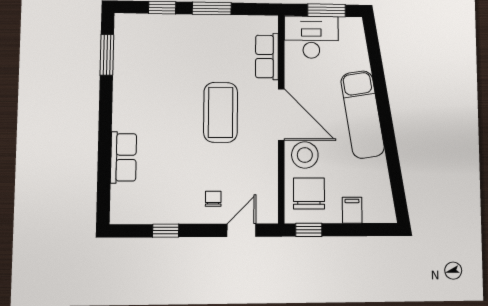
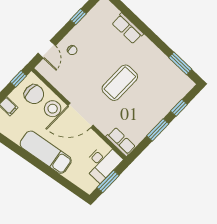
row of seats: (267, 57) -> (121, 142), moved
coffee table: (221, 112) -> (120, 83), moved, turned 90

